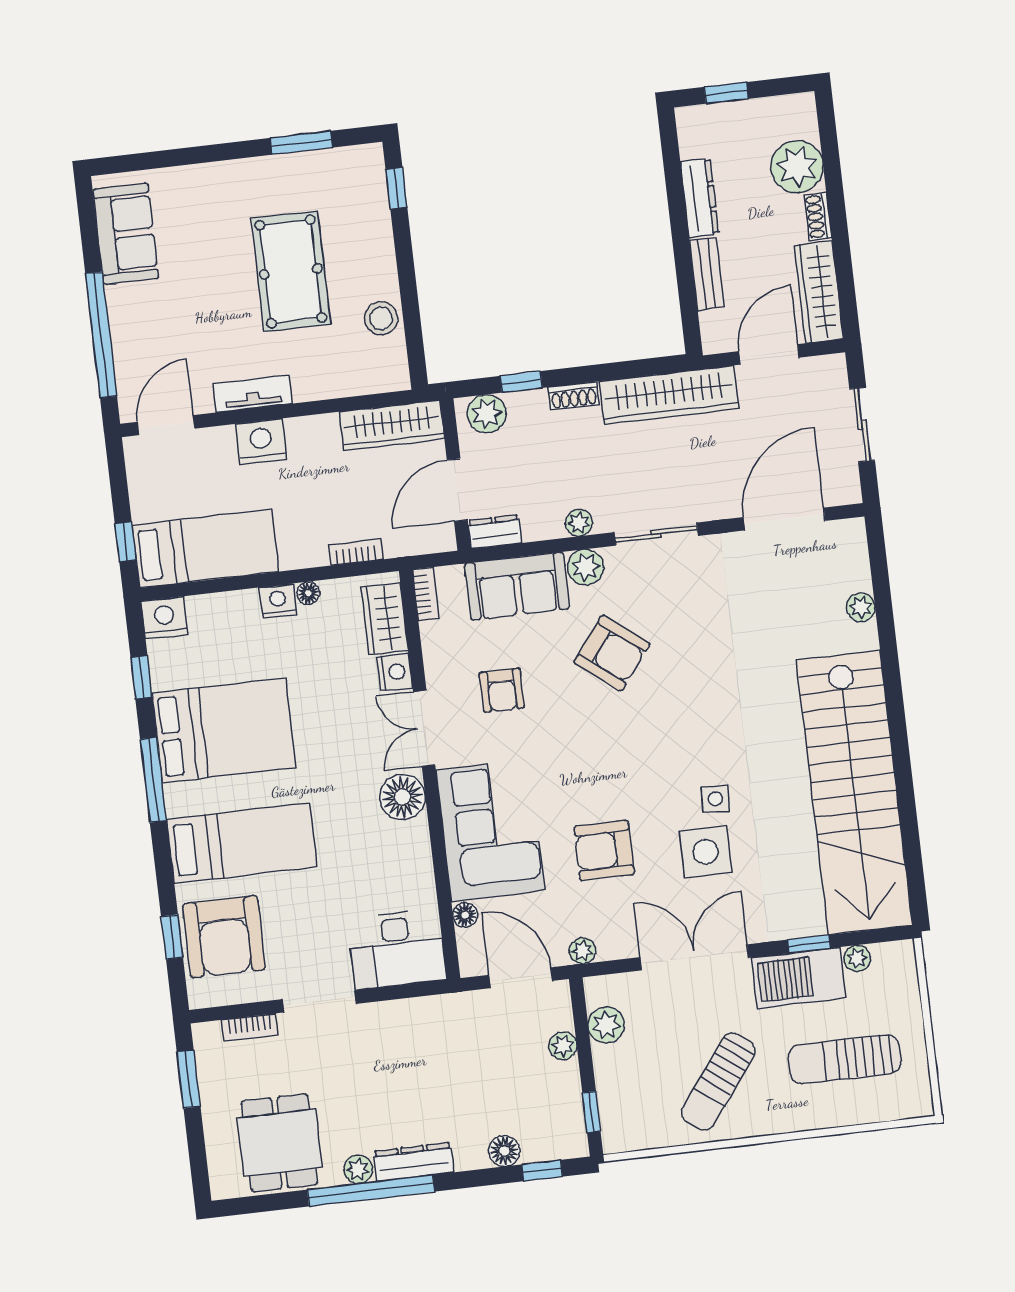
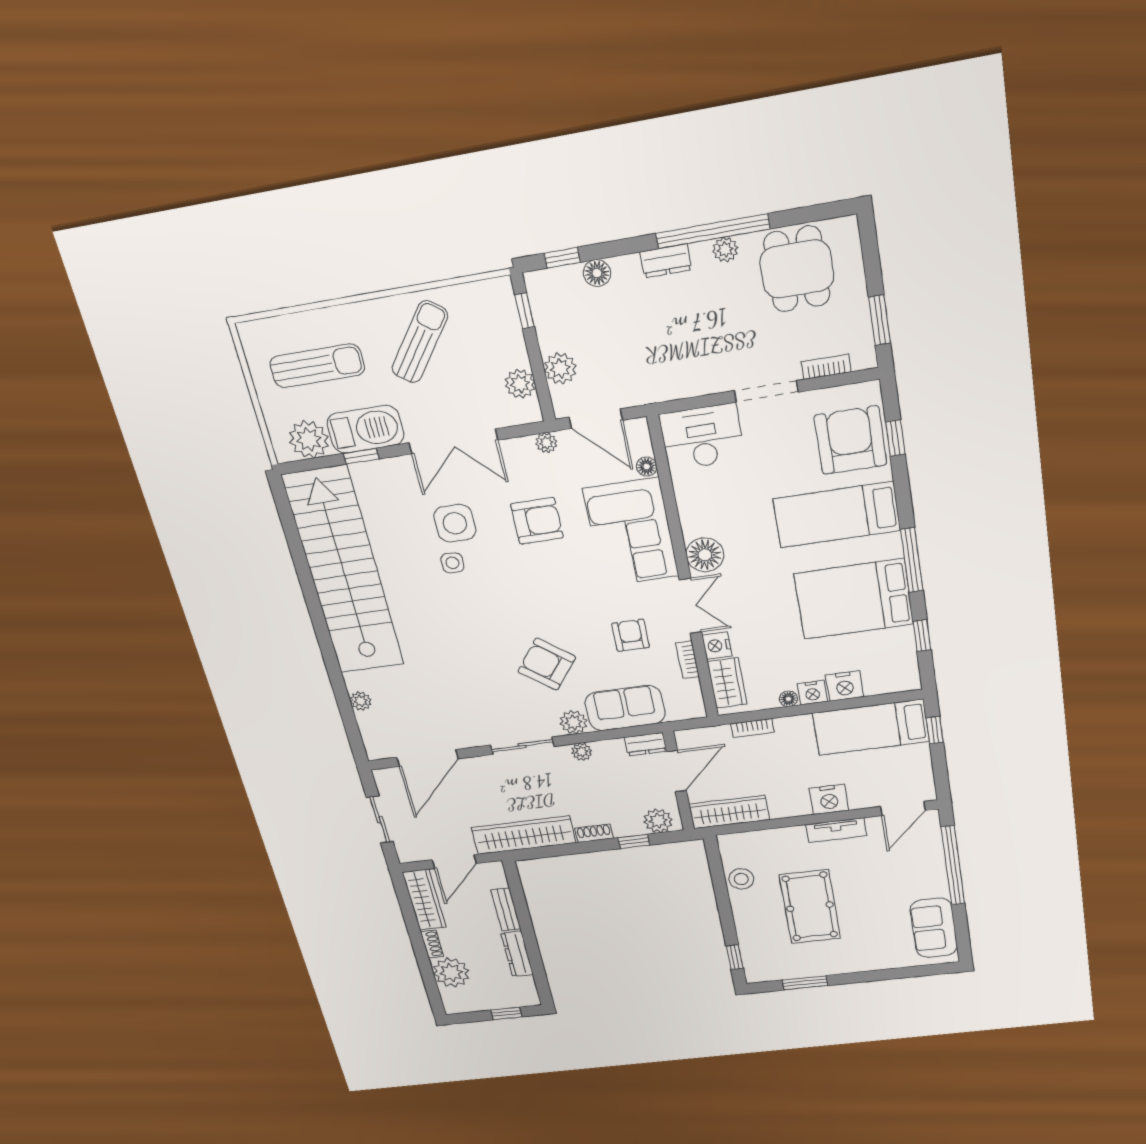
bookcase: (426, 594) -> (688, 660), moved
nightstand: (164, 618) -> (845, 686), moved
plant: (857, 958) -> (309, 439), width x1.87, depth x1.87
plant: (563, 1046) -> (560, 368), width x1.38, depth x1.38
dresser: (414, 1162) -> (666, 261), width x0.70

